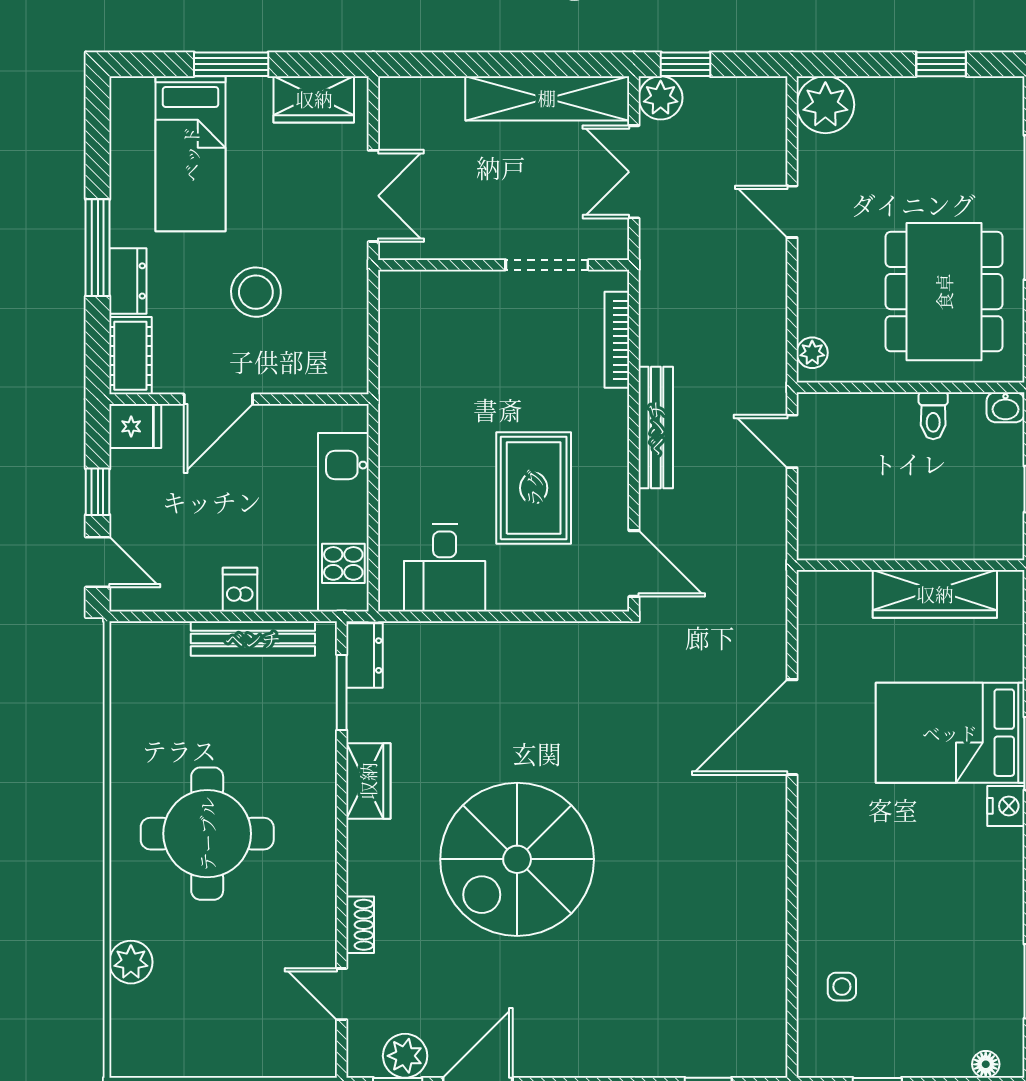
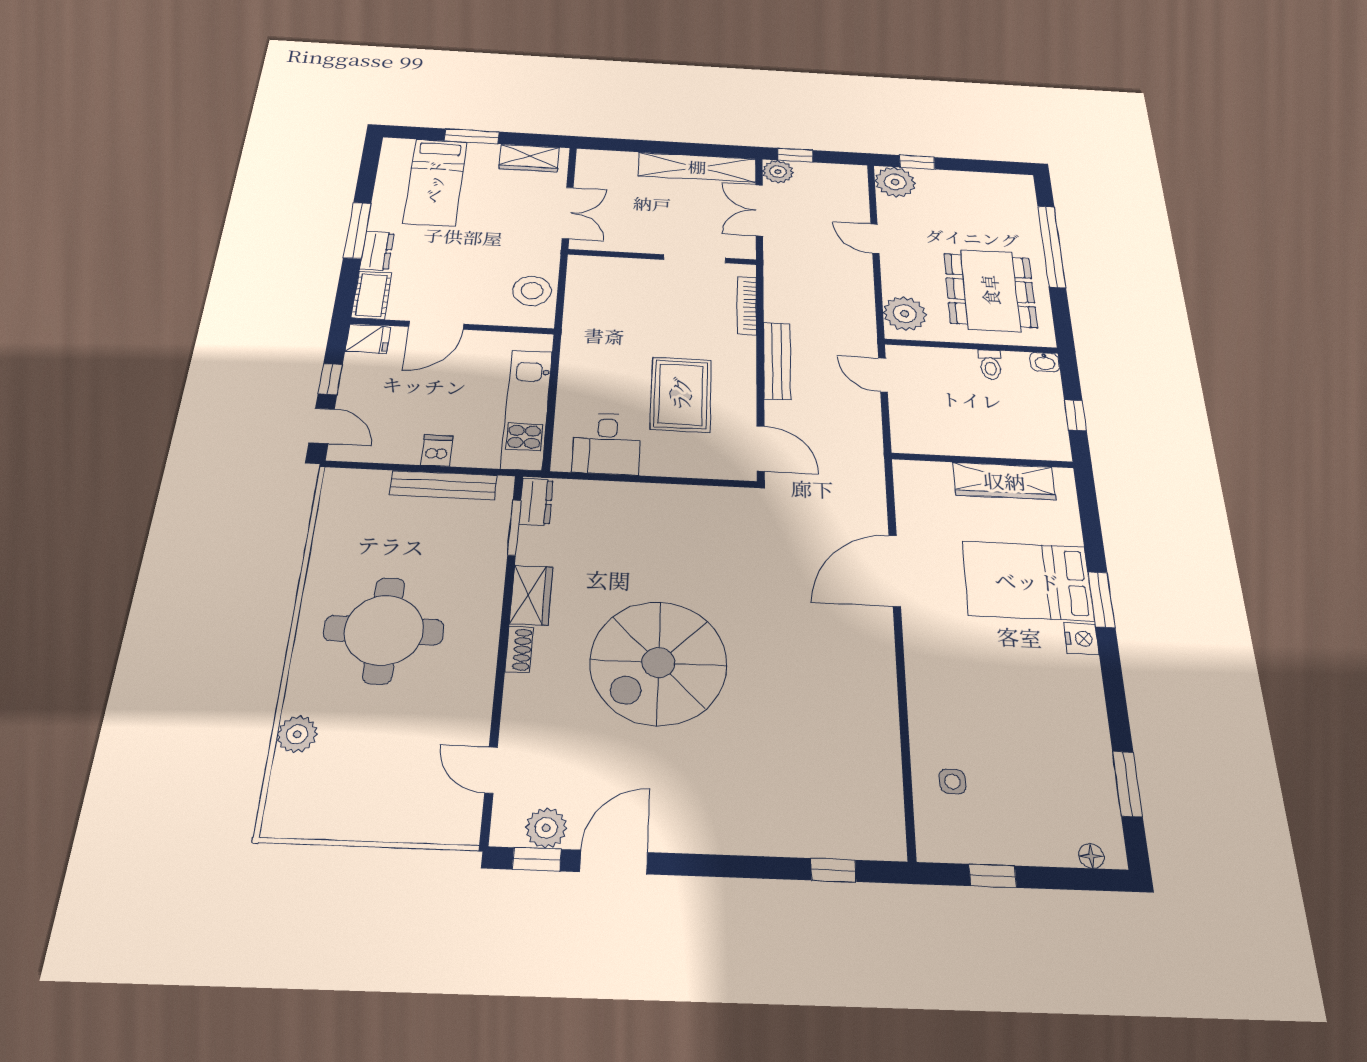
window: (941, 64) -> (917, 162), moved
stool: (256, 292) -> (532, 291), moved
plant: (812, 353) -> (905, 314), width x1.88, depth x1.88
shoe rack: (360, 925) -> (519, 649), moved

